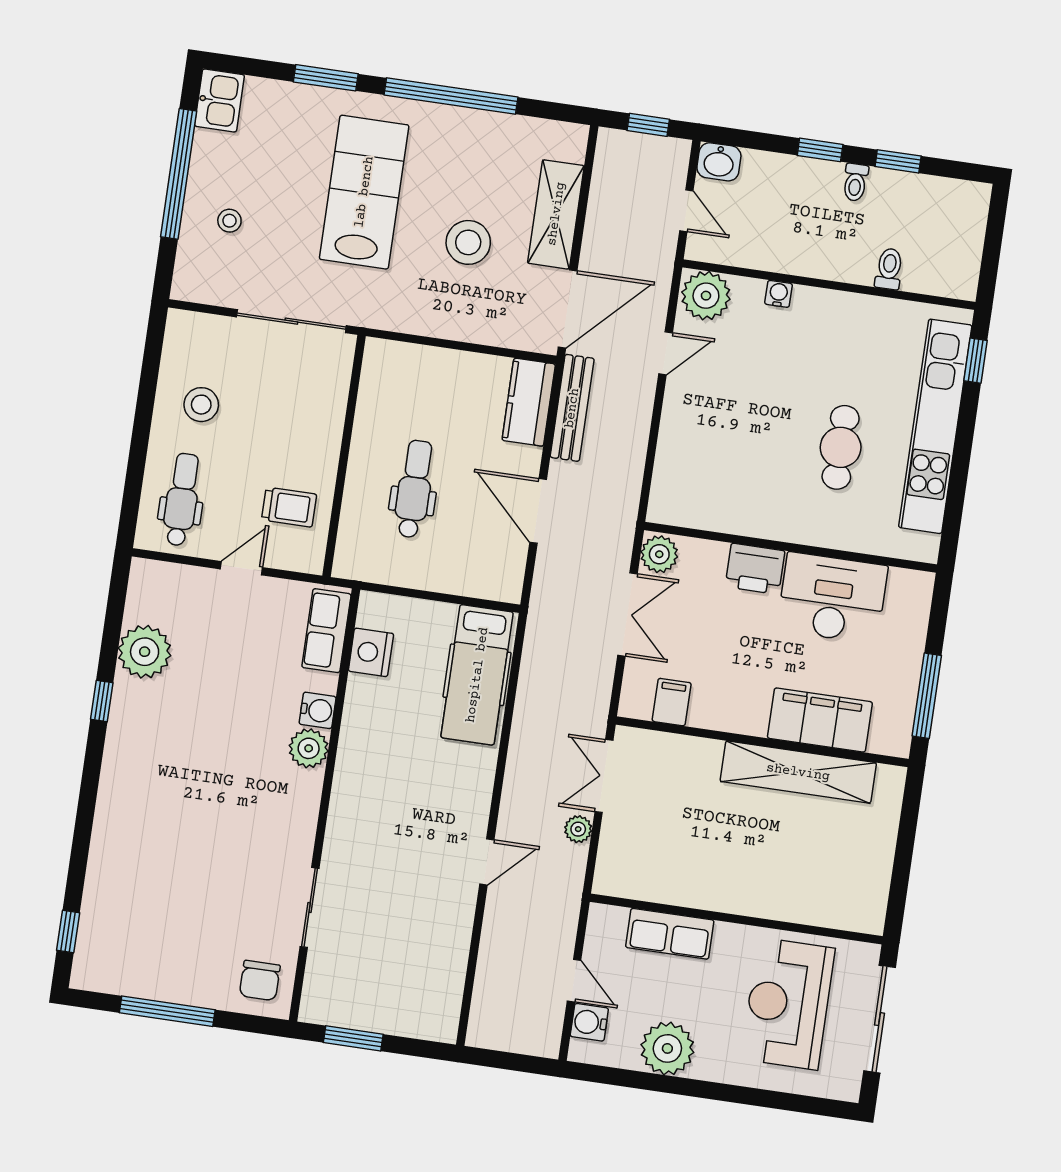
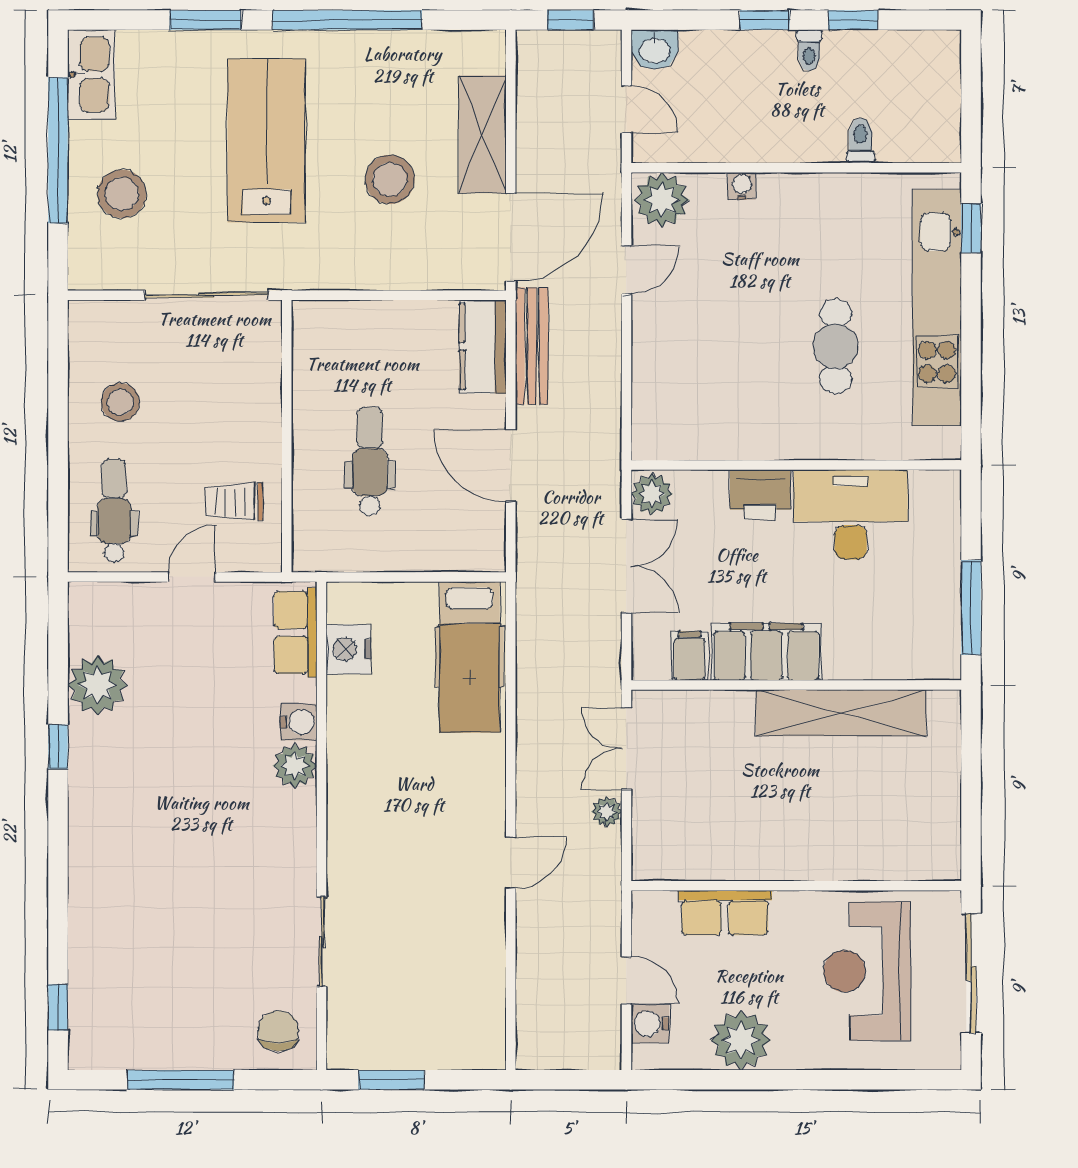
kitchen sink: (219, 100) -> (91, 75), width x1.38
stool: (229, 221) -> (122, 194), width x1.89, depth x1.89
trolley: (289, 507) -> (234, 502), turned 180
filing cabinet: (820, 720) -> (766, 652), moved
chair: (260, 980) -> (278, 1031), turned 180

